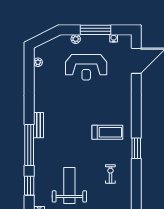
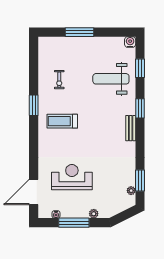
reception desk: (86, 67) -> (72, 177), moved
window: (29, 72) -> (140, 180), added
window: (29, 145) -> (140, 108), width x0.47
weight bench: (69, 186) -> (111, 79), moved, turned 90

